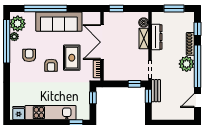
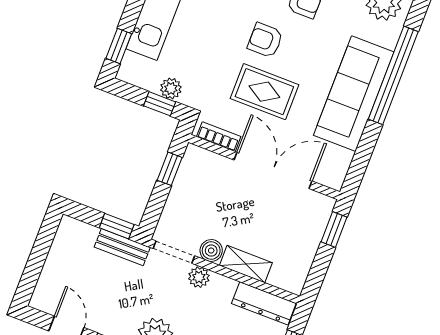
boiler: (144, 22) -> (211, 251), moved
dresser: (157, 37) -> (264, 303), moved
plant: (156, 55) -> (199, 277), added
window: (135, 84) -> (170, 169), moved
plant: (85, 96) -> (171, 88), added

